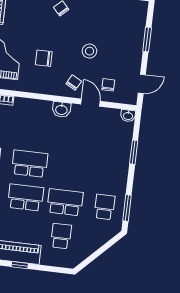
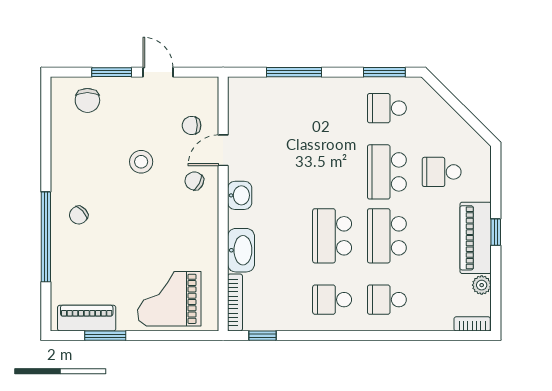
chair: (44, 58) -> (87, 100), moved
door: (142, 84) -> (158, 72), moved
washbasin: (128, 116) -> (241, 250), moved, width x1.91, depth x1.45
window: (134, 152) -> (294, 72), width x1.44

